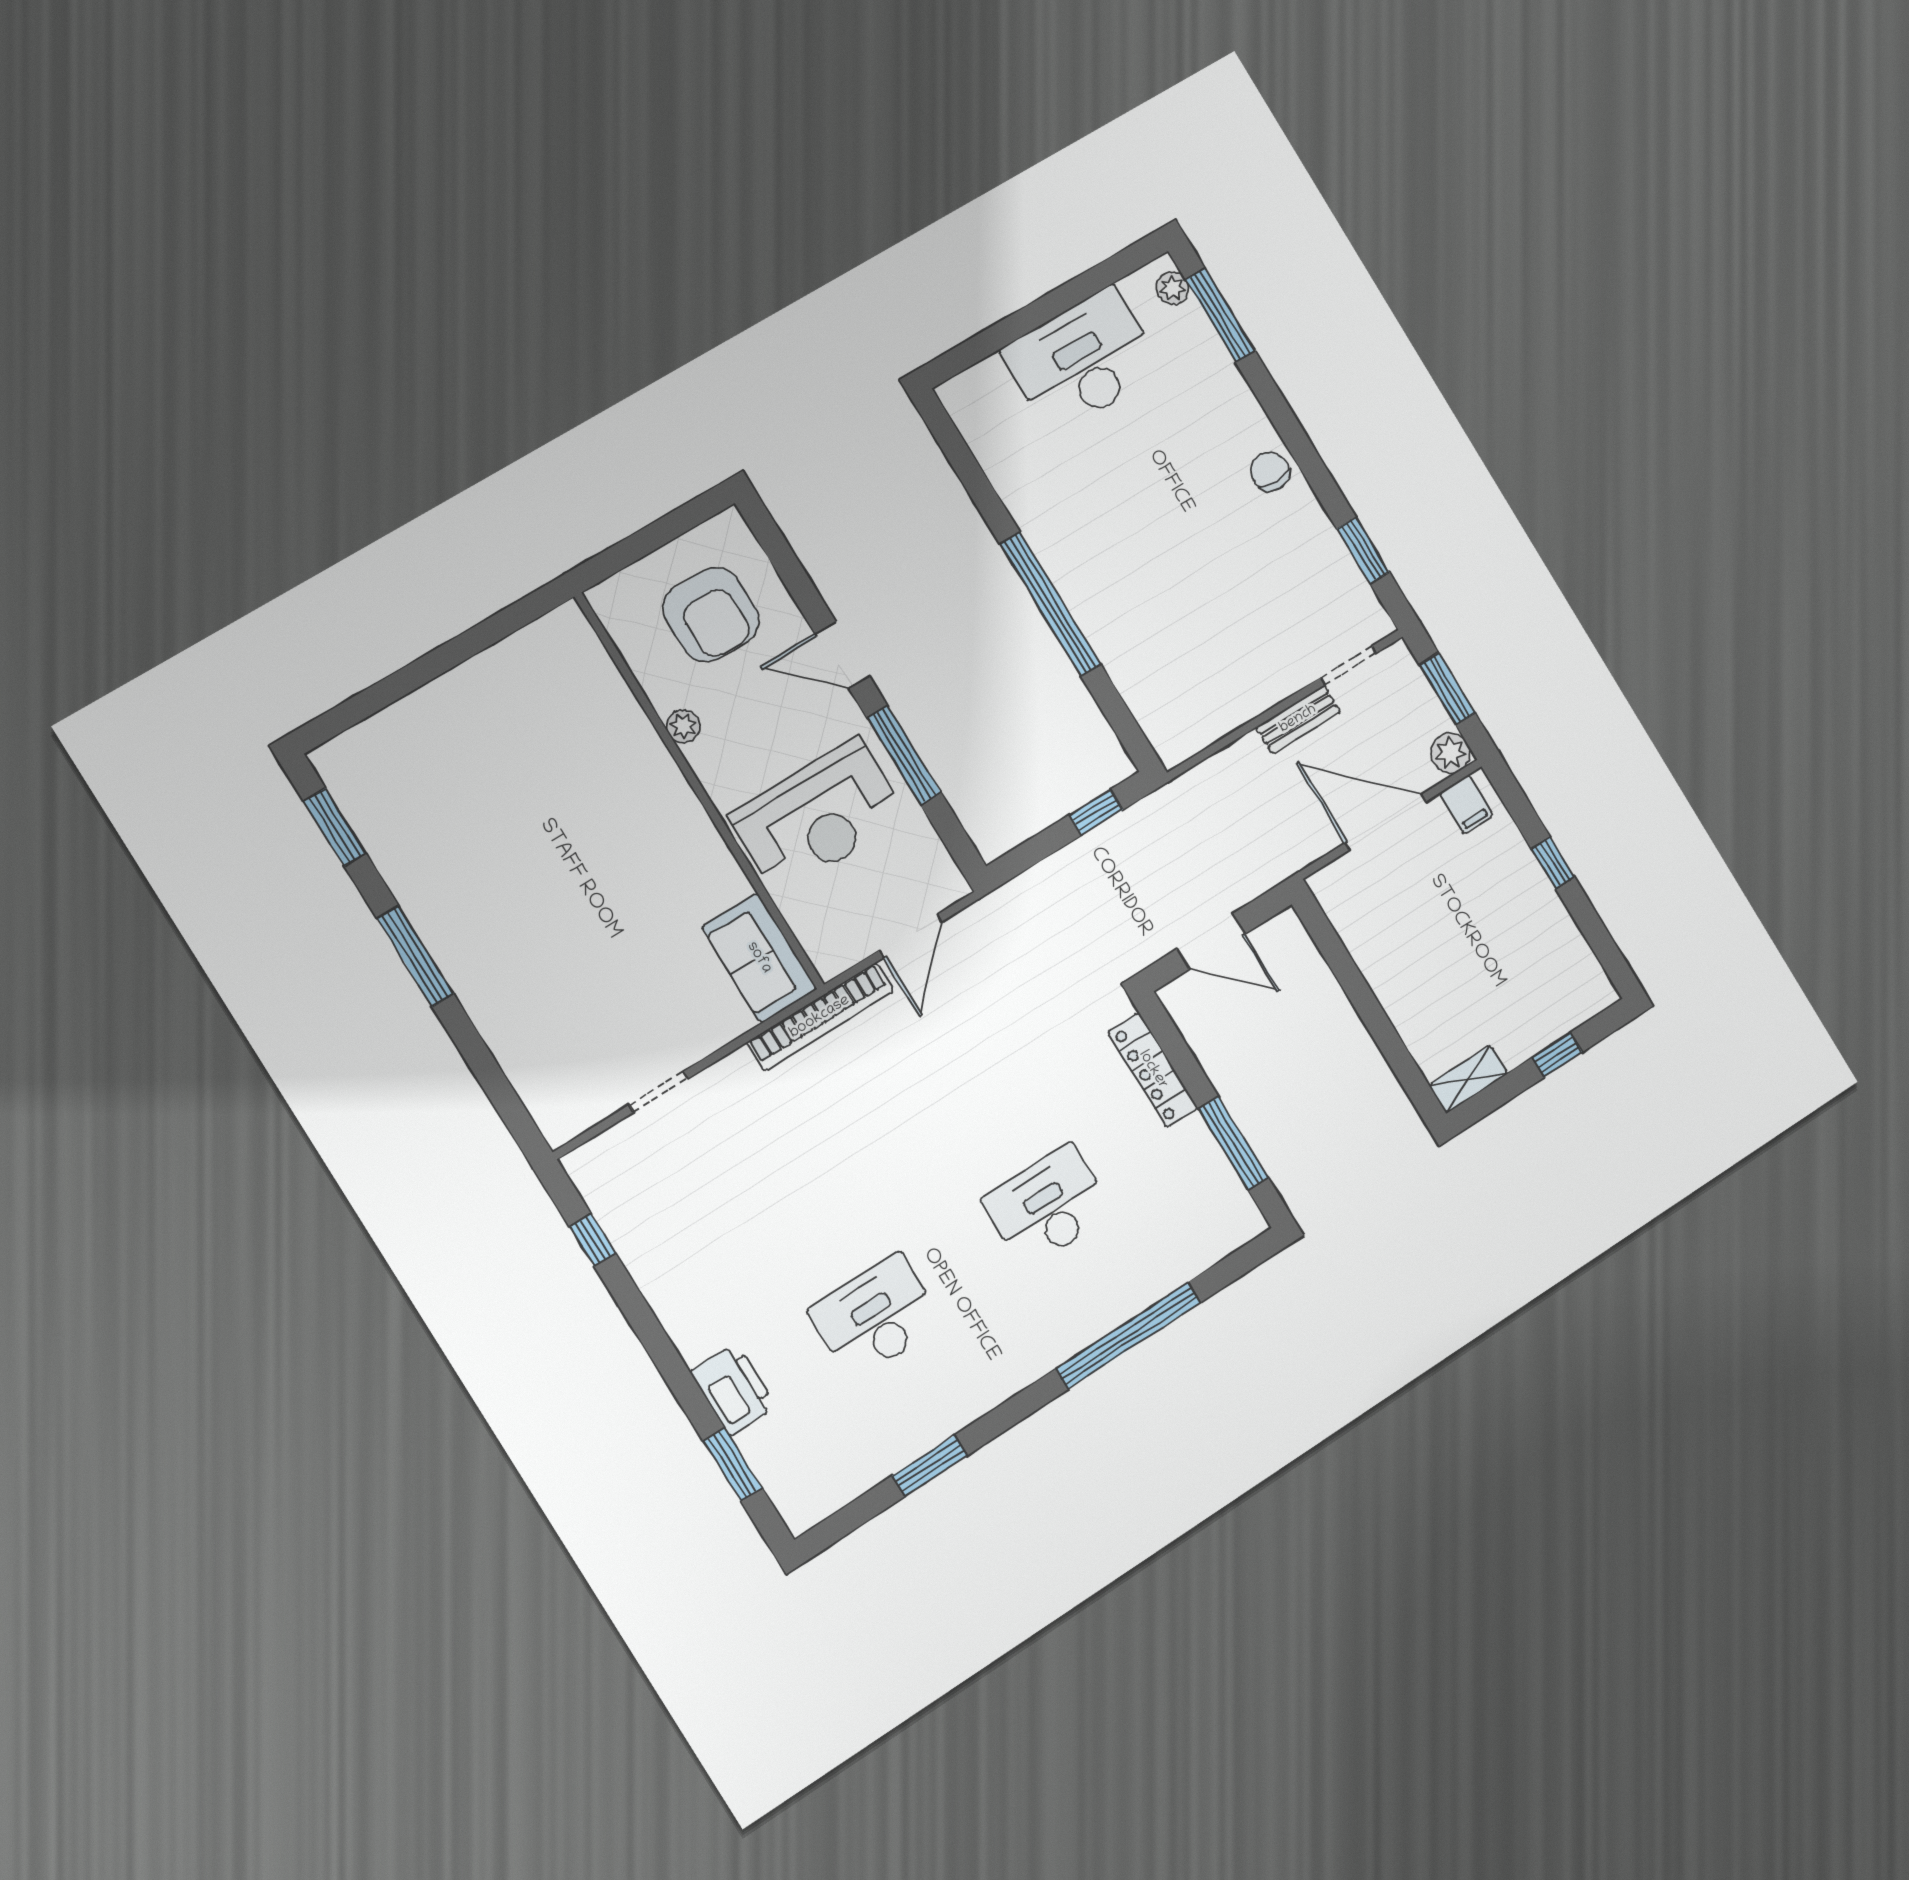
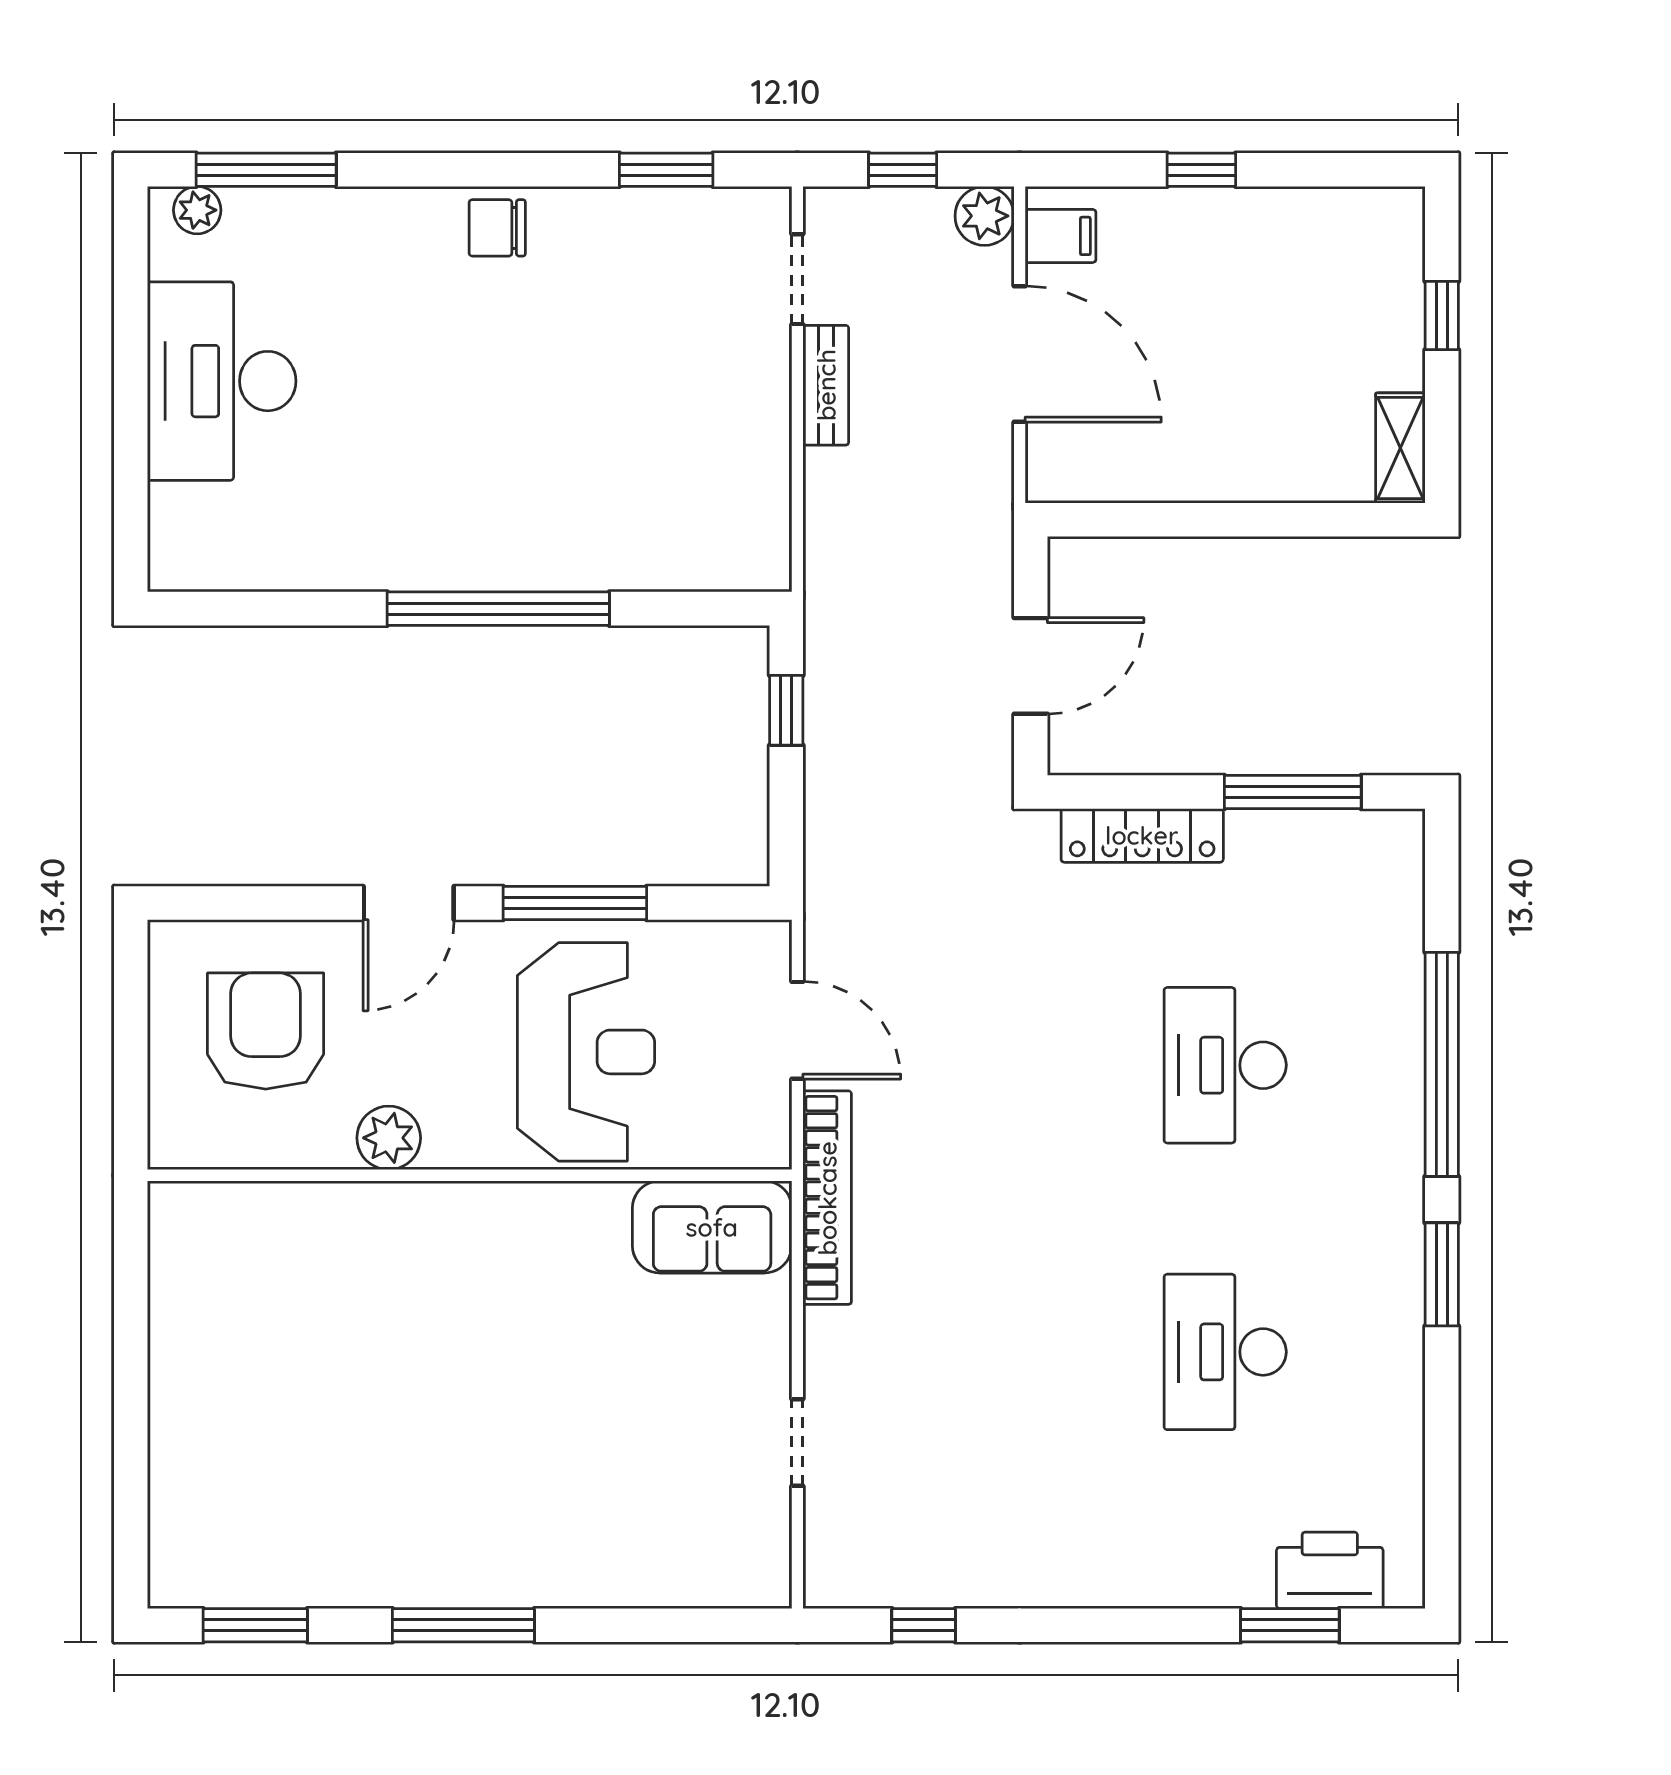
armchair: (711, 615) -> (266, 1031), turned -90
window: (1447, 689) -> (903, 170), width x0.67
plant: (683, 726) -> (389, 1138), width x1.38, depth x1.38
door: (1385, 822) -> (1020, 354), swing flipped
printer: (733, 1389) -> (1330, 1570), moved
window: (930, 1466) -> (1442, 1274), moved

